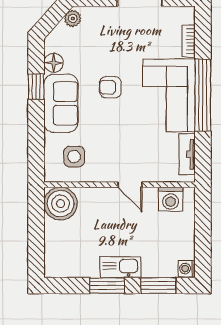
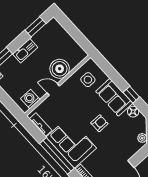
boiler: (61, 204) -> (60, 69), moved
window: (107, 286) -> (35, 27), moved

